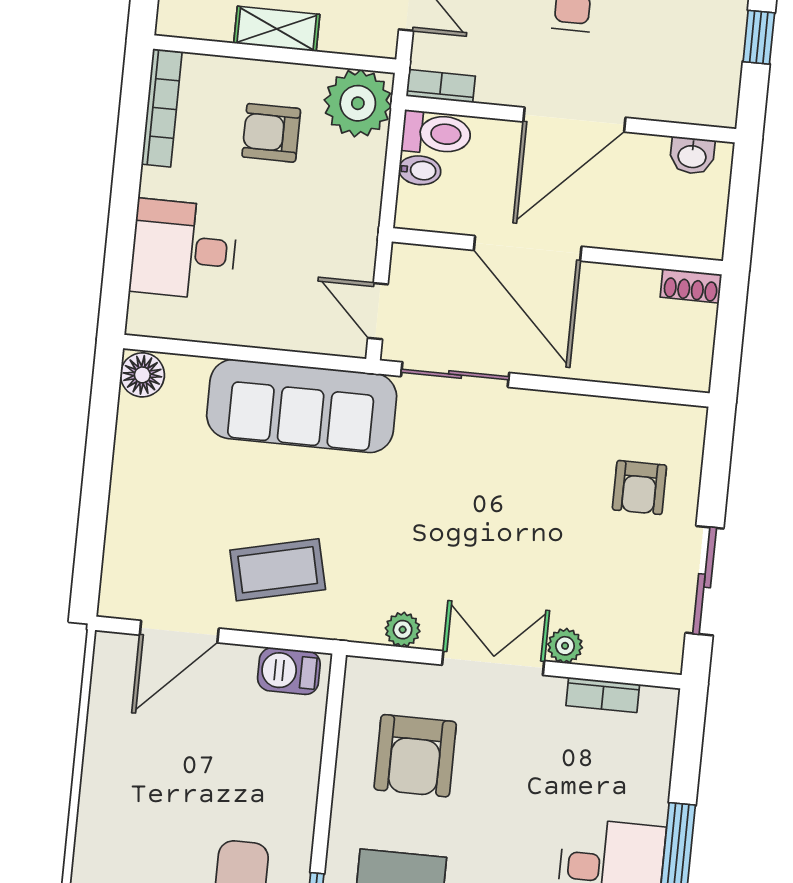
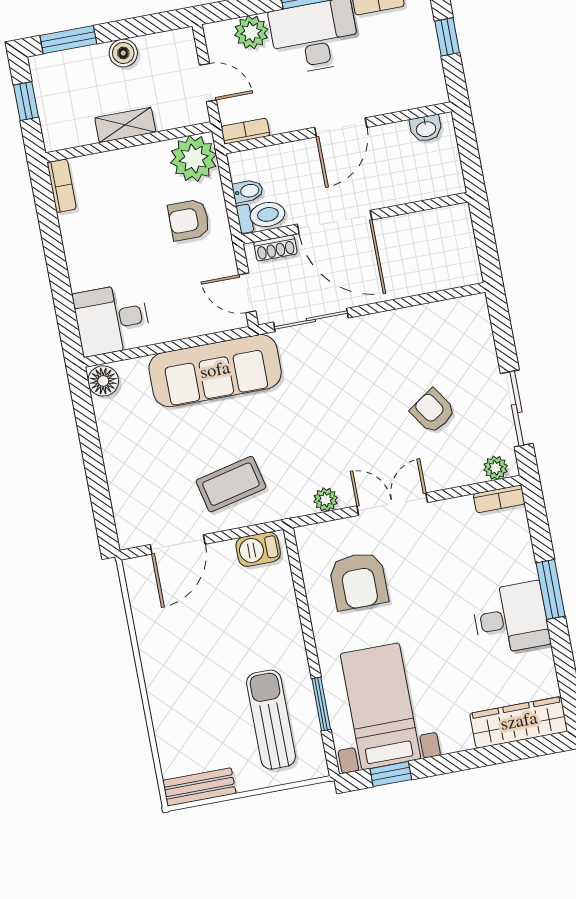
bookcase: (162, 108) -> (62, 186), width x0.64
door: (574, 120) -> (341, 127), width x0.73
armchair: (271, 133) -> (189, 220), moved
toilet: (436, 133) -> (261, 216), moved
desk: (184, 249) -> (112, 319), moved
shoe rack: (691, 286) -> (275, 248), moved
armchair: (639, 487) -> (433, 411), moved, turned 146
plant: (565, 646) -> (496, 468), moved
bookcase: (603, 695) -> (499, 499), moved

